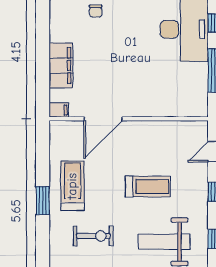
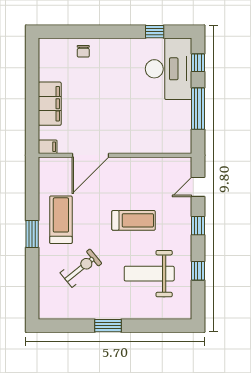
exercise bike: (93, 236) -> (81, 268), turned -39

